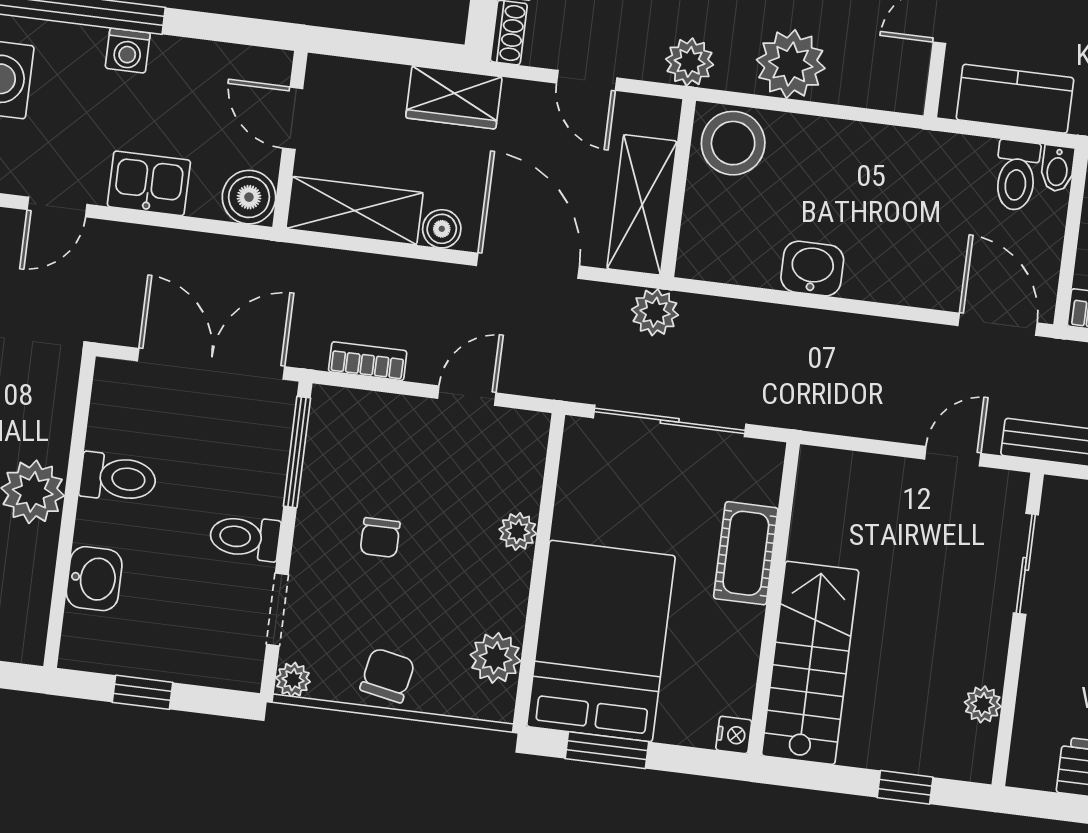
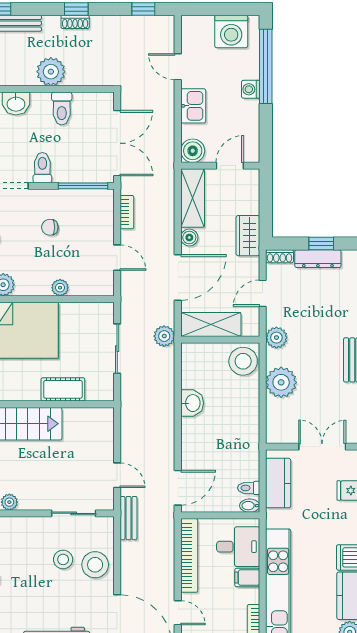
toilet: (1017, 175) -> (249, 488), width x0.73, depth x0.72
sliding door: (670, 421) -> (117, 349), width x0.73

